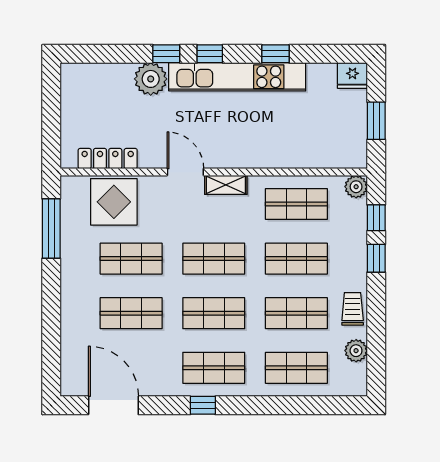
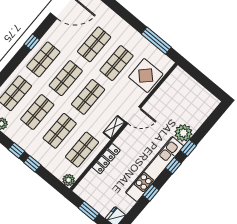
locker: (108, 159) -> (106, 159), moved
window: (376, 218) -> (16, 150), moved
trolley: (353, 309) -> (20, 137), removed

